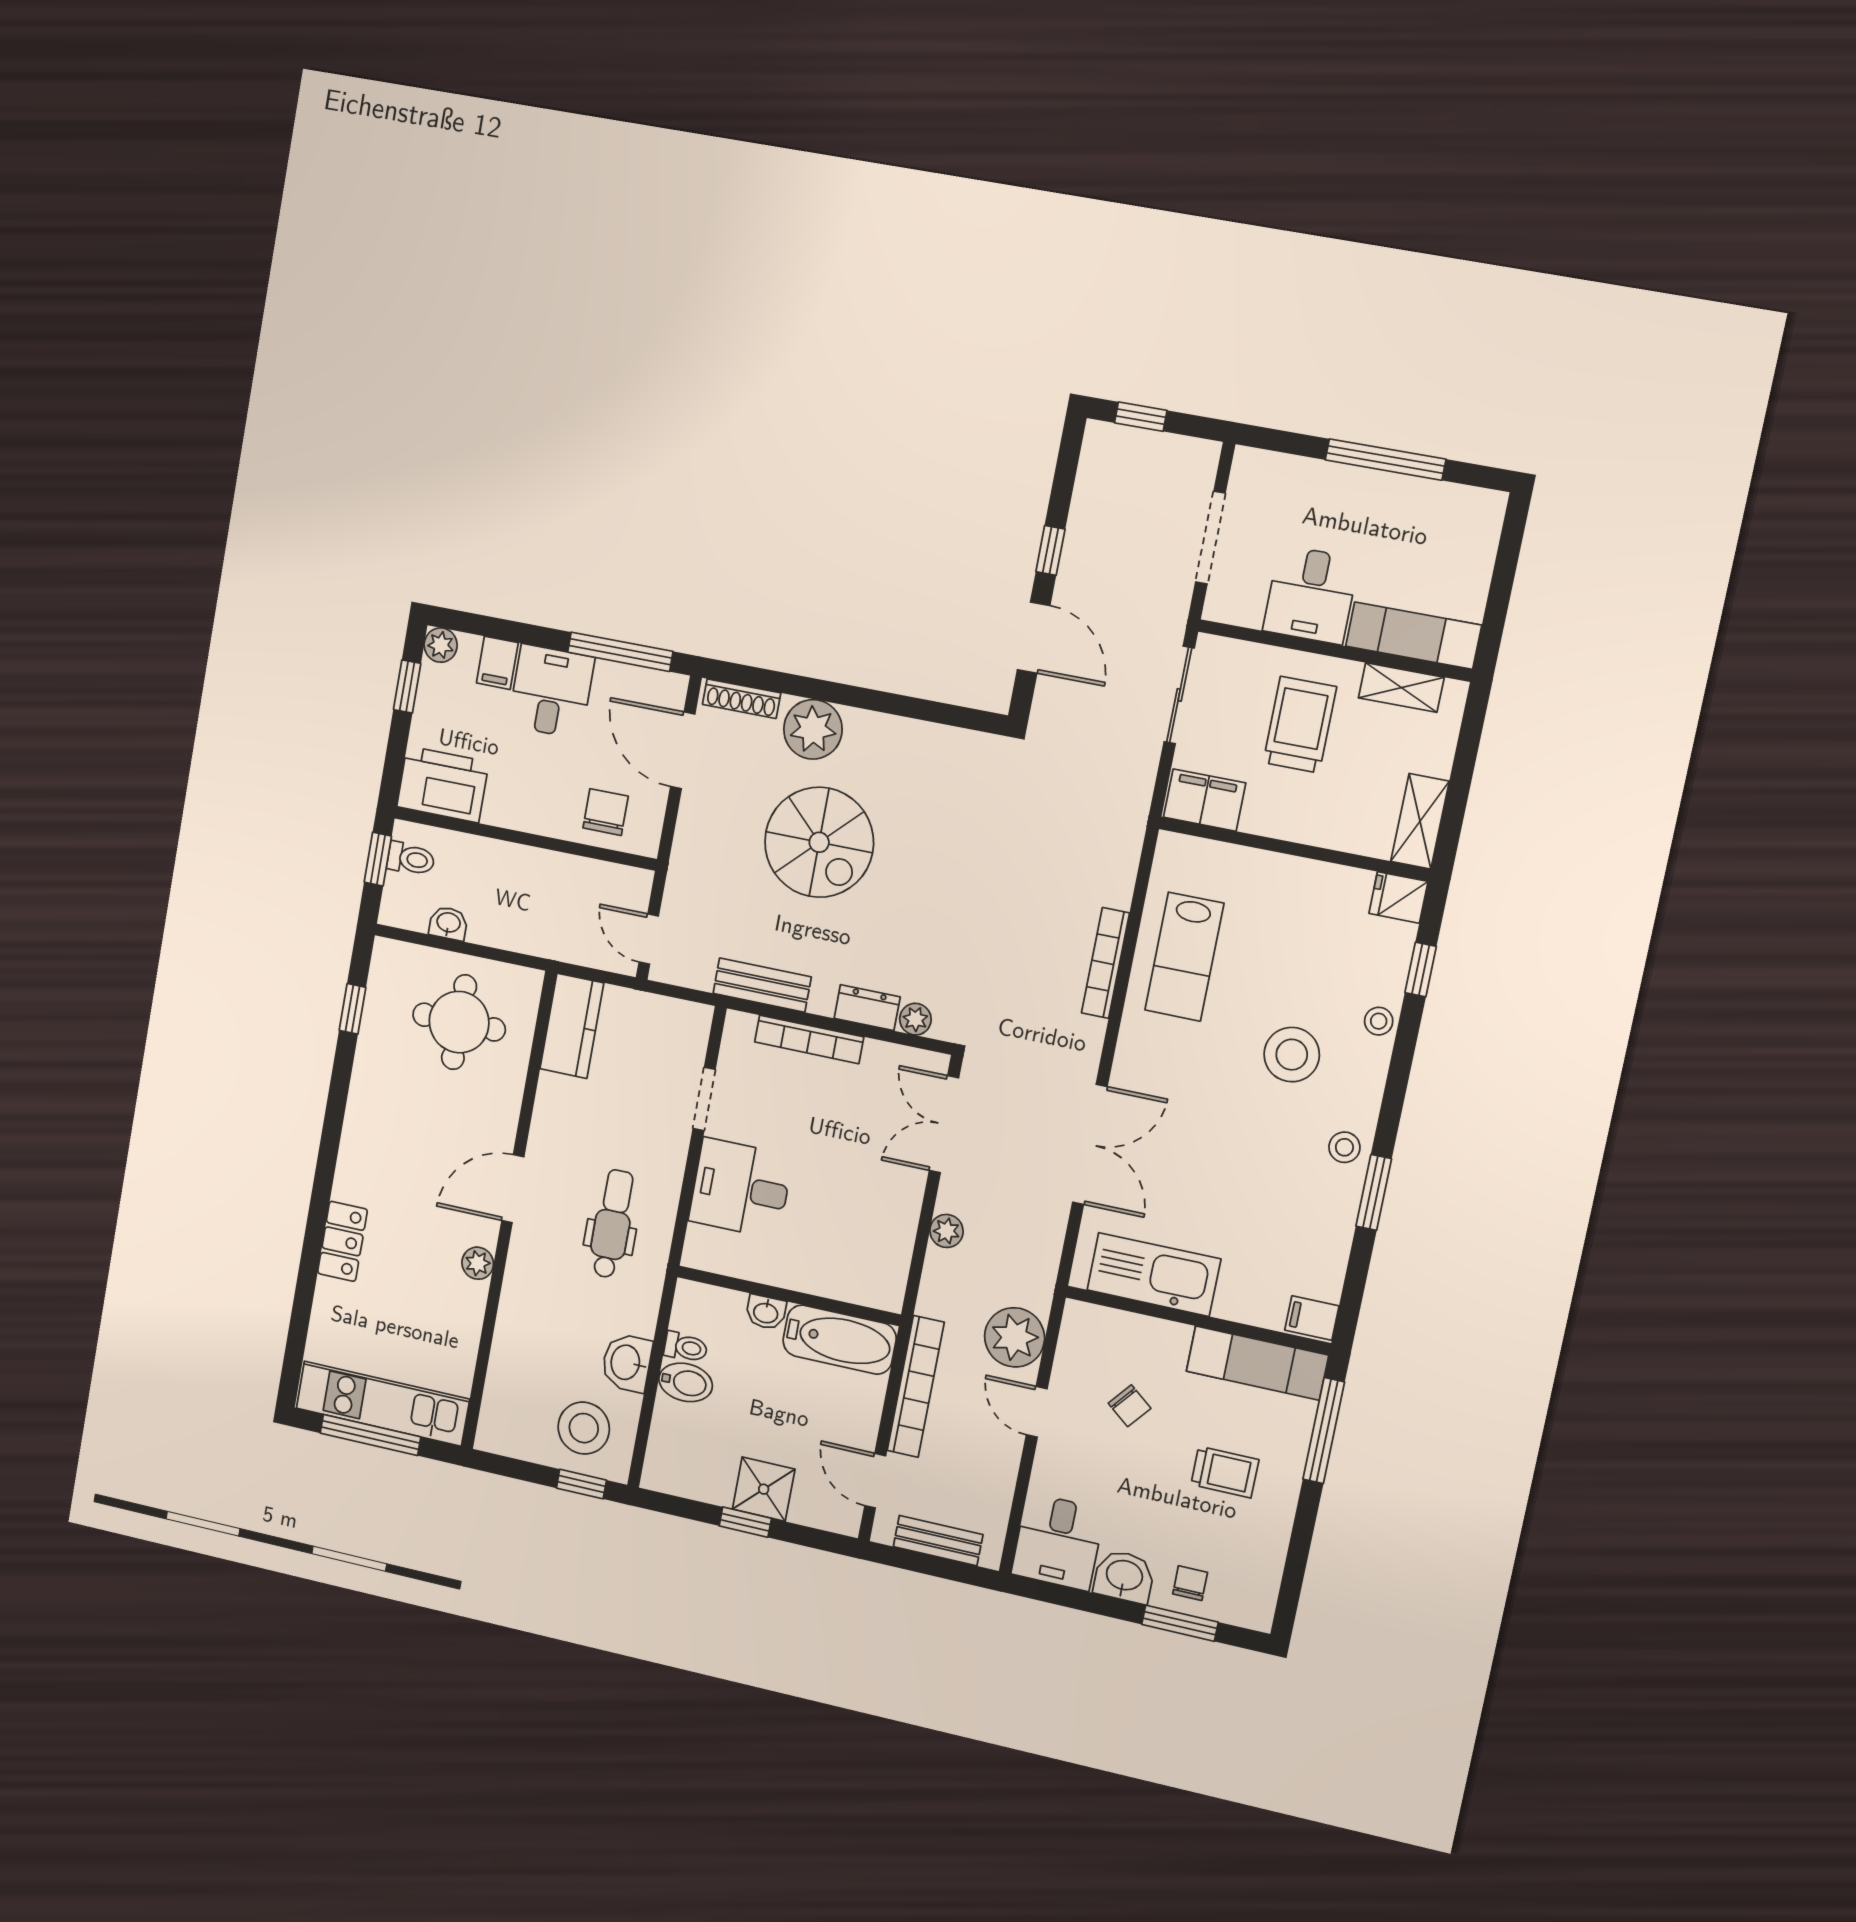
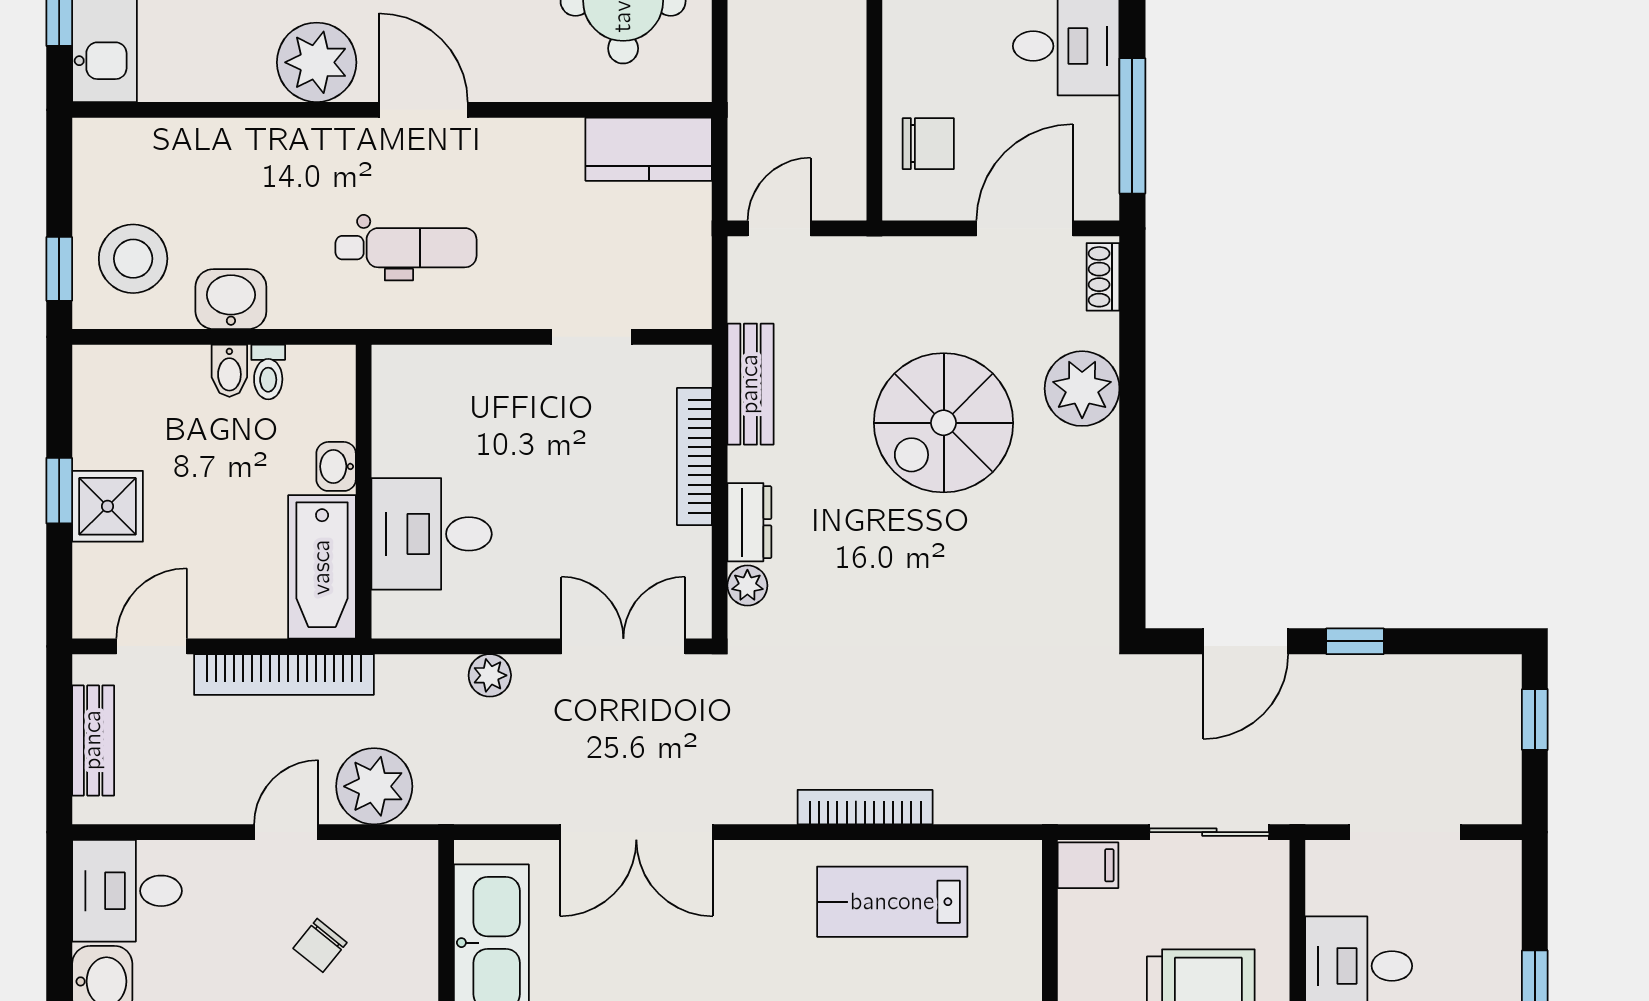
shoe rack: (742, 699) -> (1103, 277), width x0.70
filing cabinet: (1205, 800) -> (1088, 865), width x0.50
desk: (741, 1188) -> (432, 534), moved, turned -90
plant: (478, 1263) -> (317, 62), width x1.88, depth x1.88
bidet: (686, 1382) -> (229, 371), width x0.72, depth x0.74

